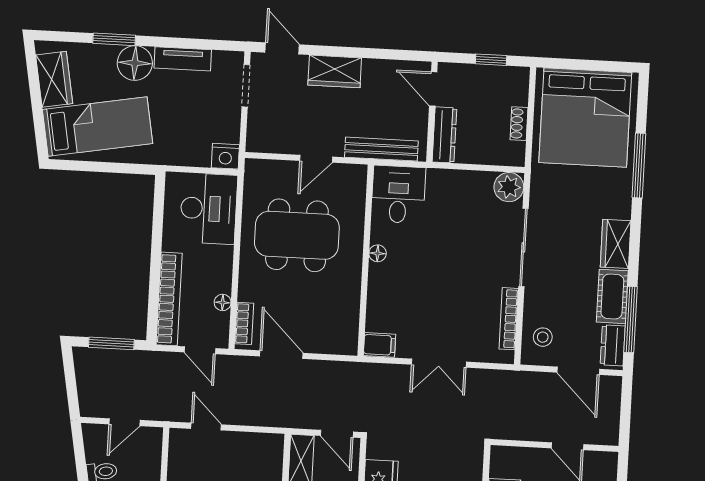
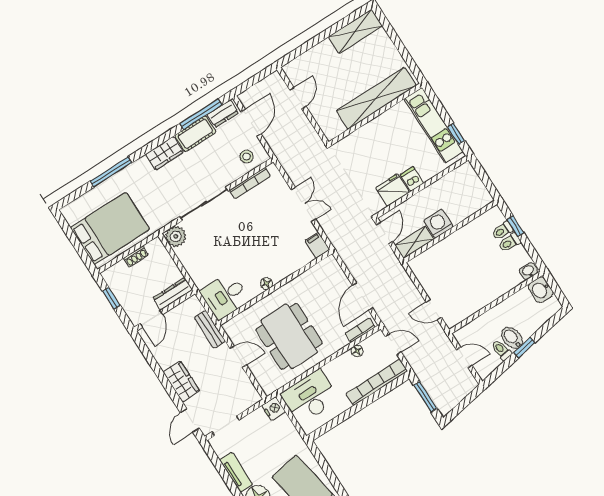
bed: (585, 118) -> (110, 229), width x0.73
bench: (381, 149) -> (210, 329), width x0.73
door: (200, 350) -> (393, 344), hinge flipped
door: (206, 427) -> (434, 310), hinge flipped

